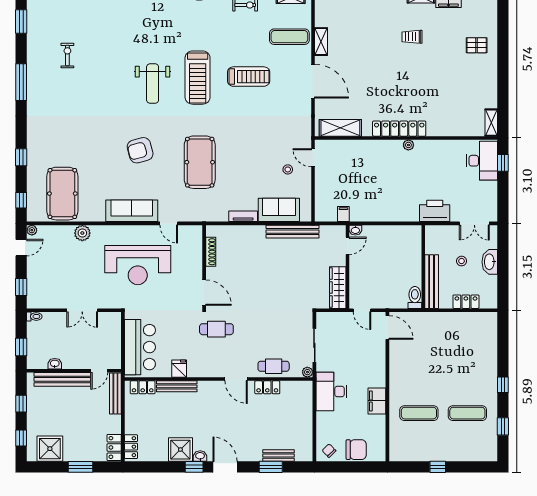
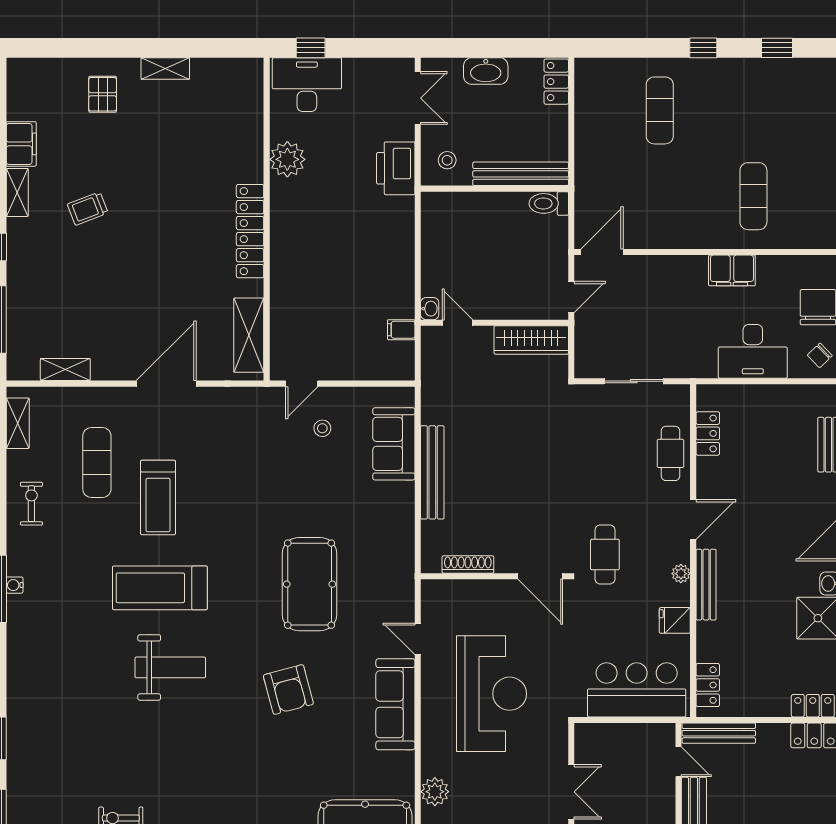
exercise mat: (289, 37) -> (97, 463), moved
trolley: (412, 37) -> (88, 209), turned 69
shelving: (321, 42) -> (65, 370), moved
treadmill: (249, 77) -> (158, 498), turned 180
treadmill: (198, 78) -> (160, 588), turned 180
shelving: (491, 123) -> (165, 68), moved
plant: (408, 145) -> (287, 159), moved, width x1.88, depth x1.88
pool table: (200, 162) -> (310, 584), turned 90
tv unit: (243, 216) -> (405, 507), removed
door: (169, 223) -> (418, 639), swing flipped
bench: (293, 232) -> (432, 472), moved
stool: (462, 261) -> (447, 160), moved
door: (204, 293) -> (540, 576), swing flipped
locker: (466, 302) -> (556, 82), moved
plant: (307, 372) -> (681, 574), moved
bench: (177, 386) -> (706, 585), moved
locker: (267, 387) -> (708, 433), moved
desk: (331, 392) -> (753, 351), moved
exercise mat: (467, 413) -> (660, 110), moved

